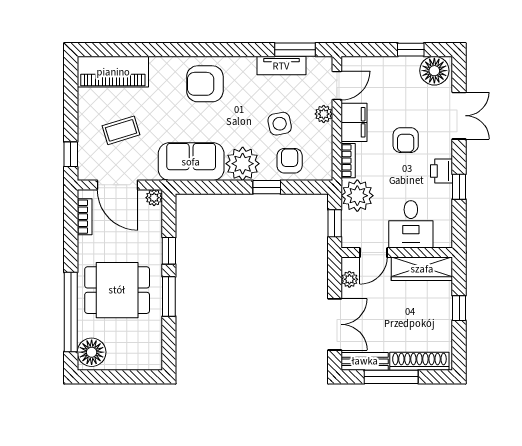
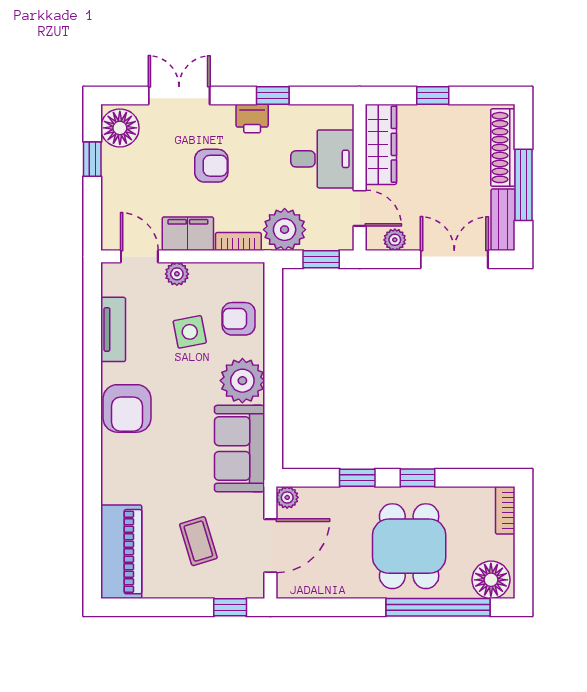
window: (295, 50) -> (92, 312), removed
armchair: (205, 84) -> (127, 408), moved
window: (267, 187) -> (273, 349), removed
bookcase: (85, 217) -> (505, 510), moved, turned -90
window: (169, 296) -> (418, 478), width x0.67

